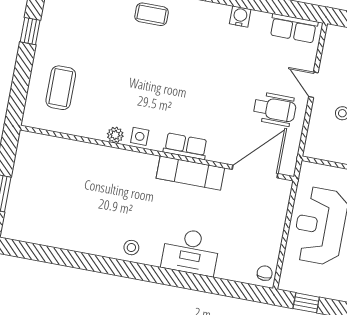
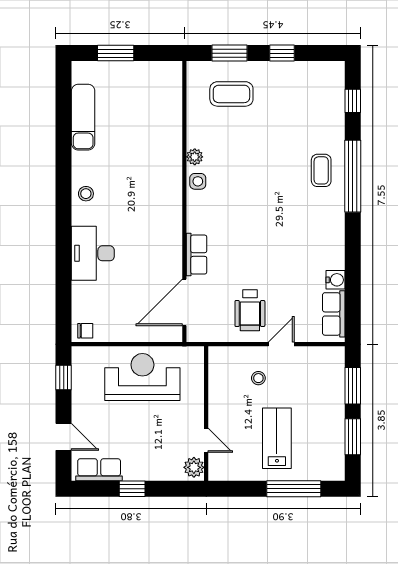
water cooler: (240, 16) -> (335, 280), moved
window: (21, 82) -> (230, 53), added
row of seats: (185, 146) -> (197, 255), moved
door: (255, 171) -> (184, 302), swing flipped
exam couch: (190, 173) -> (83, 117), moved, turned 180

